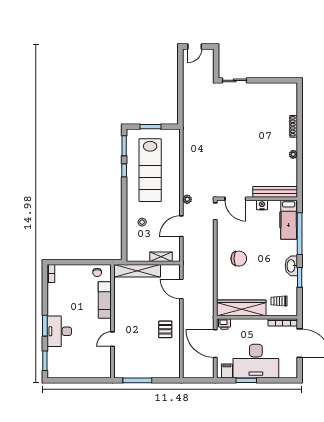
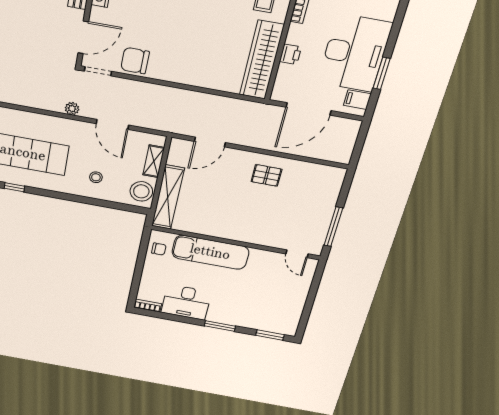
stool: (138, 253) -> (141, 191), added
chair: (239, 259) -> (135, 61), moved, turned -90
exam couch: (105, 300) -> (210, 252), width x1.36, depth x1.45
printer: (224, 324) -> (290, 54), moved
desk: (59, 331) -> (186, 302), moved
door: (112, 339) -> (297, 254), moved

